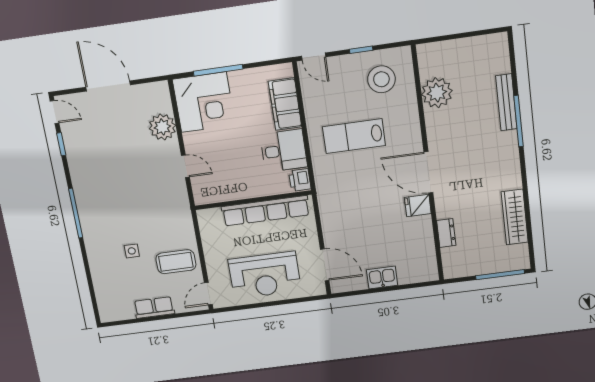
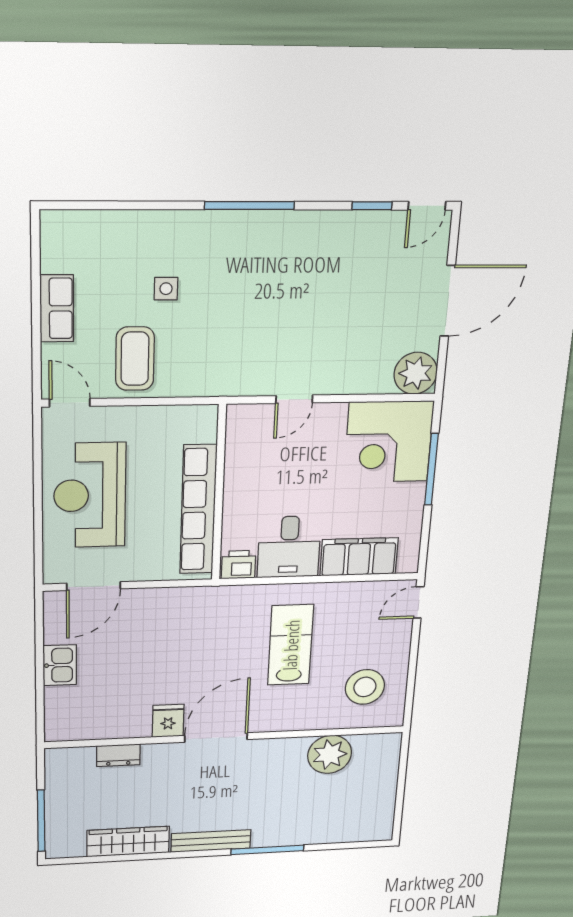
window: (361, 50) -> (413, 664), removed
bench: (506, 102) -> (211, 841), moved
plant: (162, 127) -> (416, 373), moved

